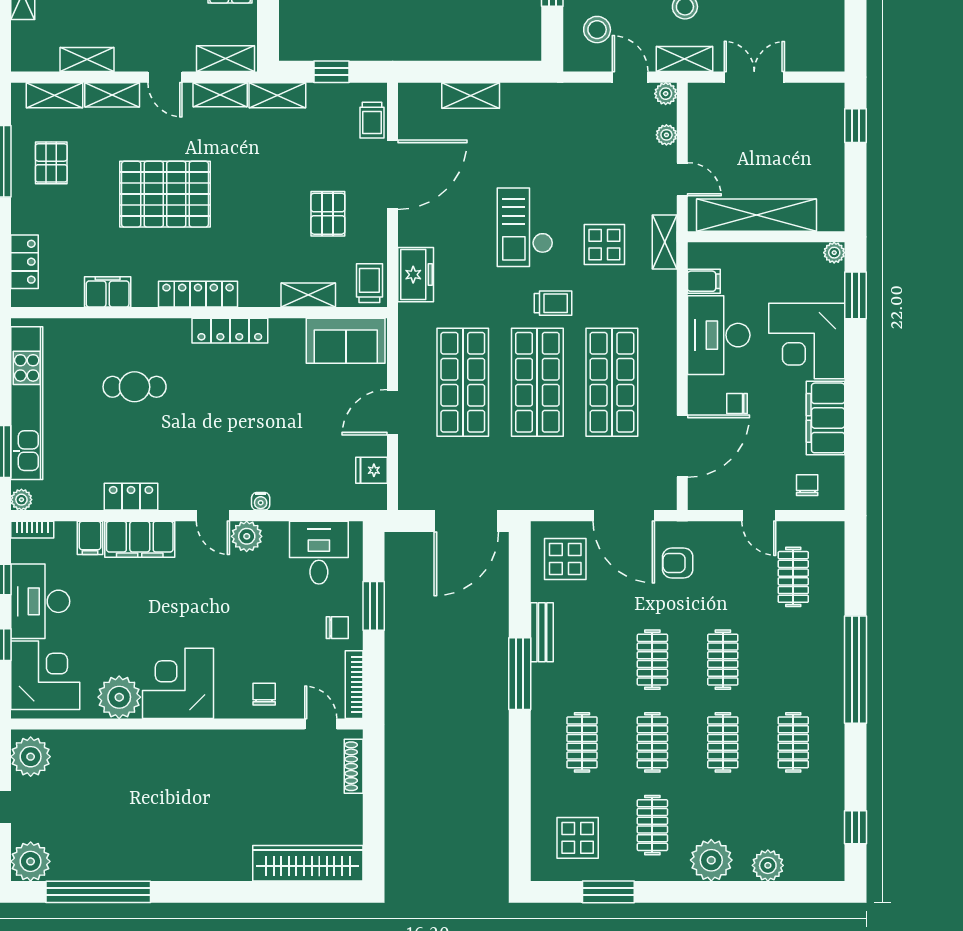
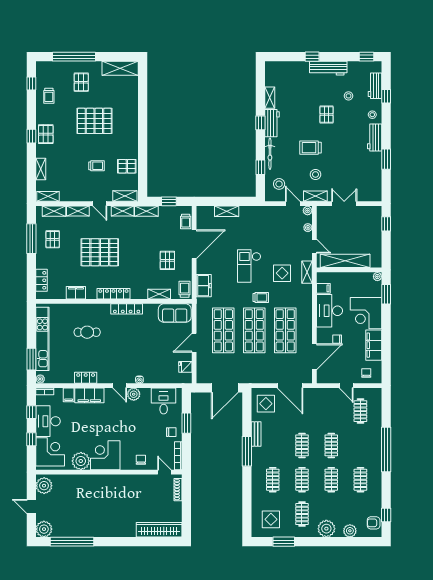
shelving: (87, 60) -> (48, 196), moved
armchair: (678, 563) -> (374, 523), moved

